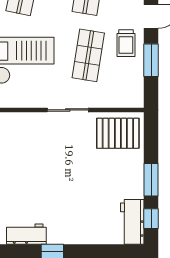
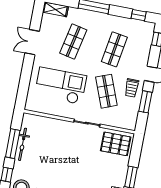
shop shelf: (88, 55) -> (106, 91), turned -30

